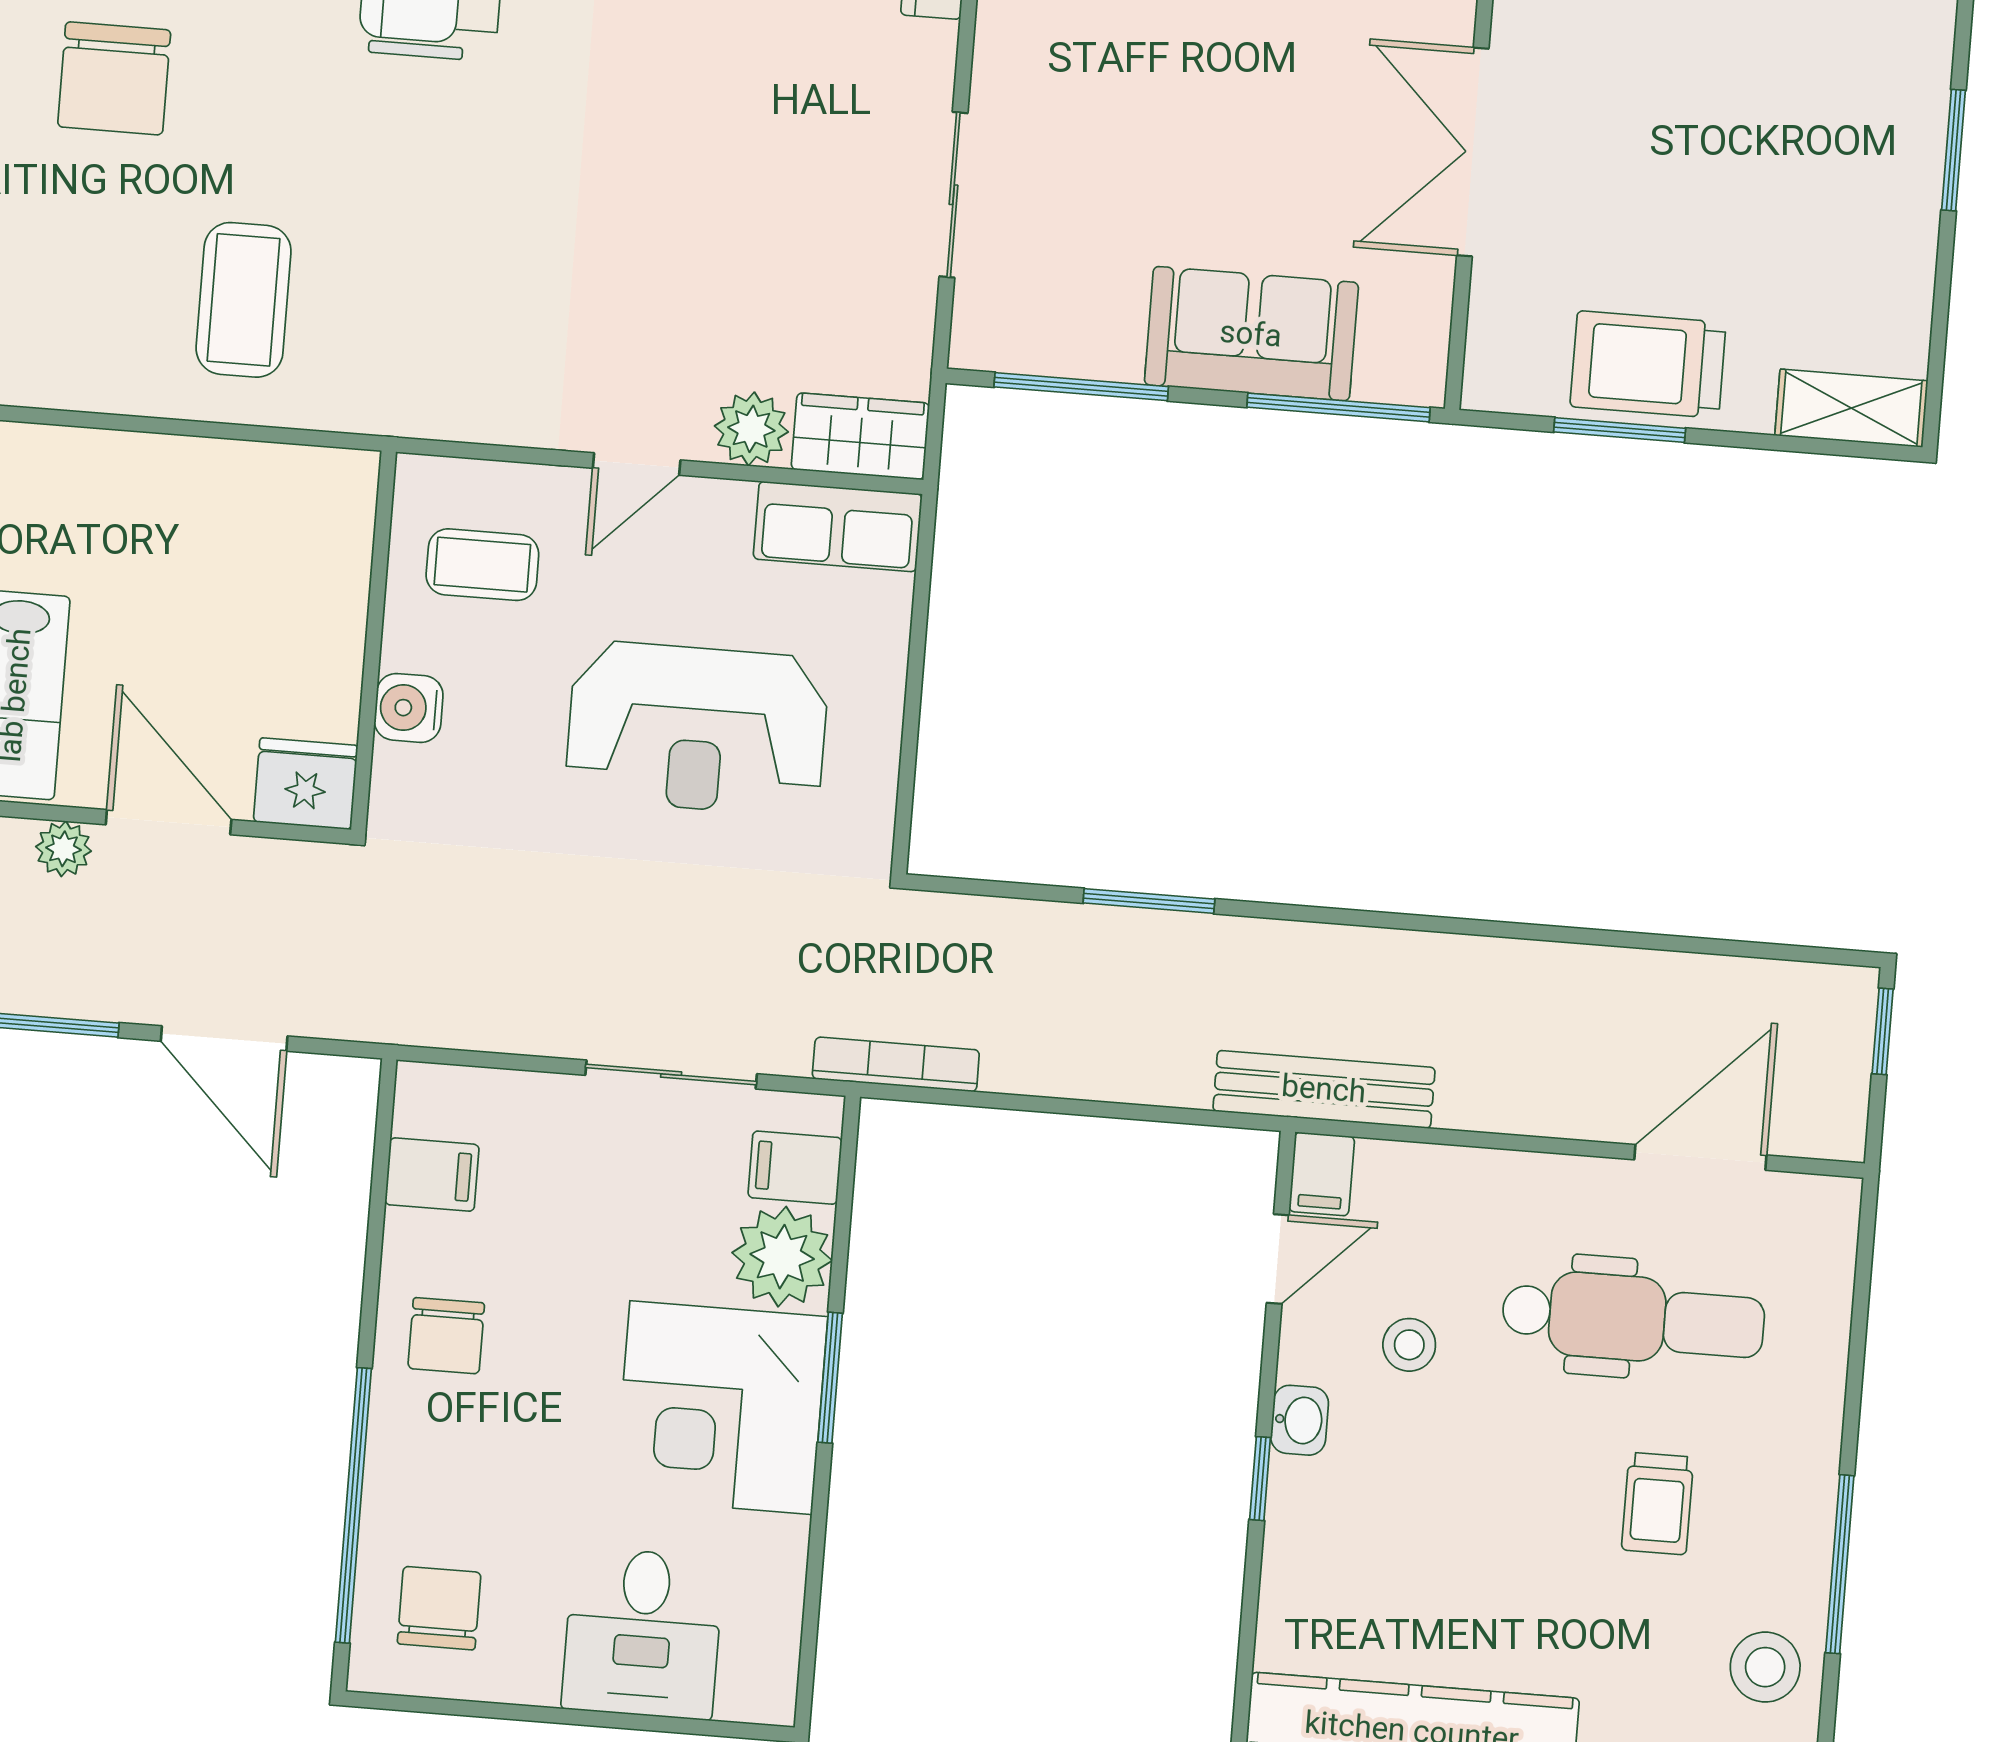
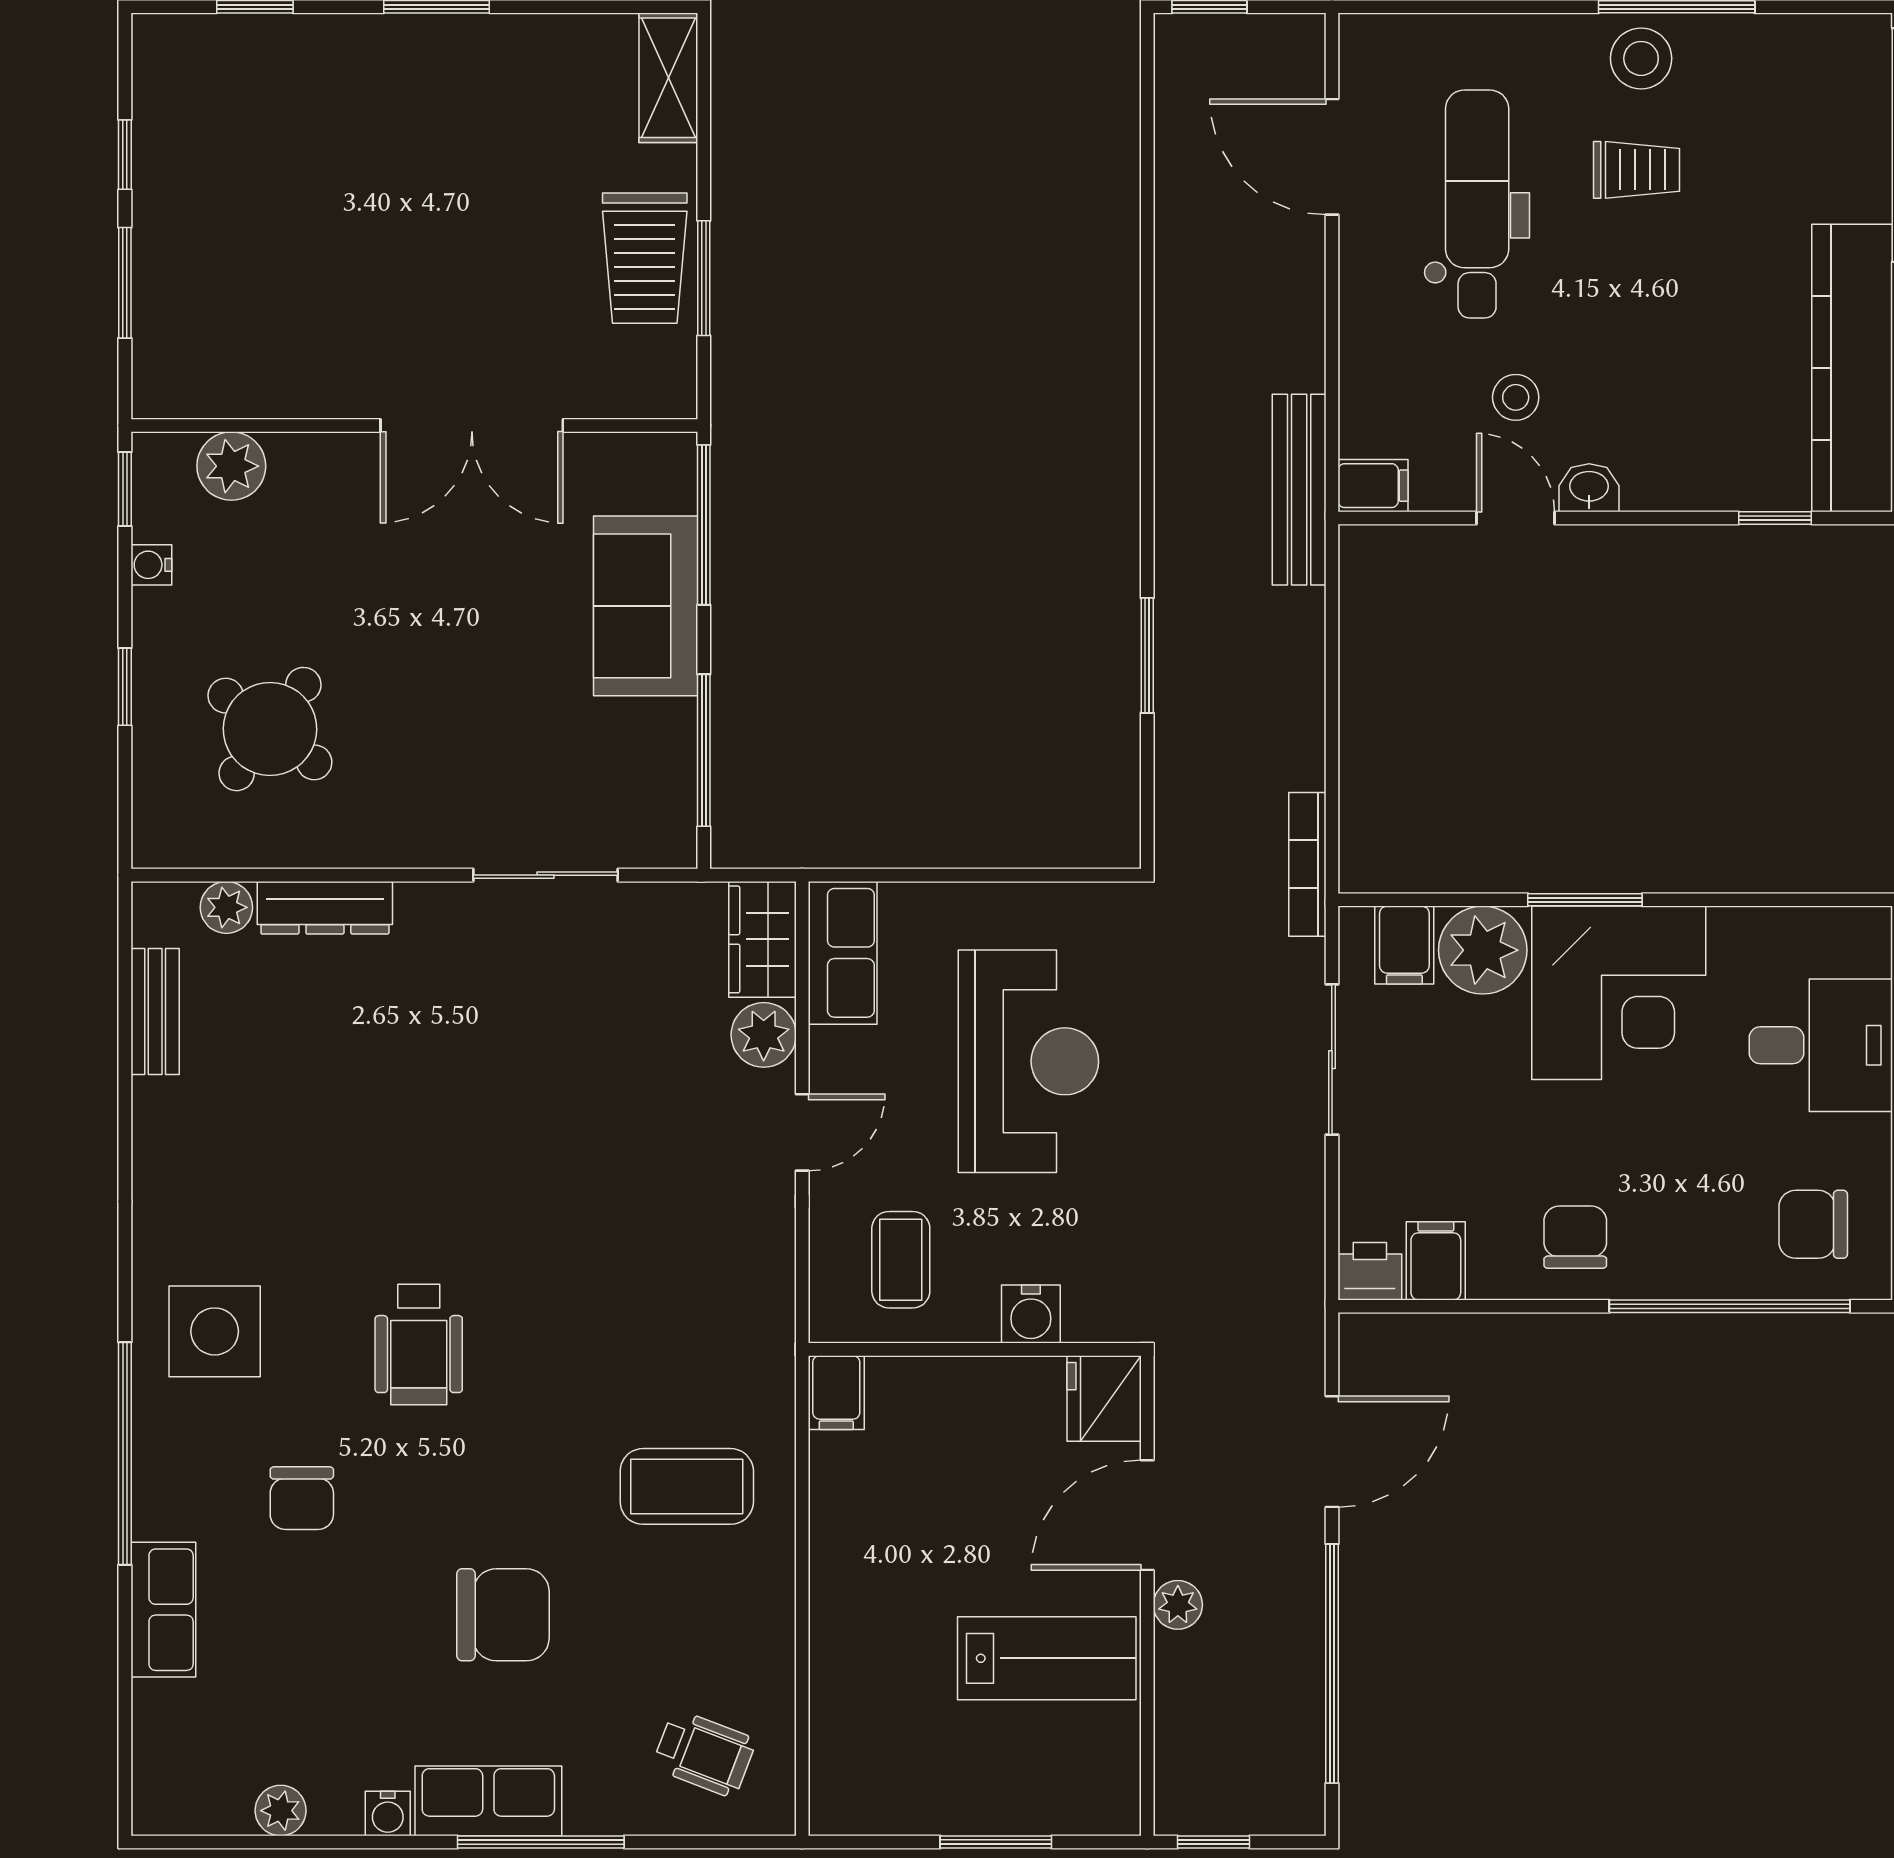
door: (637, 464) -> (802, 1132), hinge flipped
filing cabinet: (337, 479) -> (836, 1393), added
printer: (426, 1098) -> (1370, 1271), added
door: (1278, 1259) -> (1515, 518), moved
chair: (446, 1336) -> (1575, 1237), turned -90
window: (1260, 1479) -> (1775, 518), moved
stool: (1765, 1667) -> (1641, 58), moved

